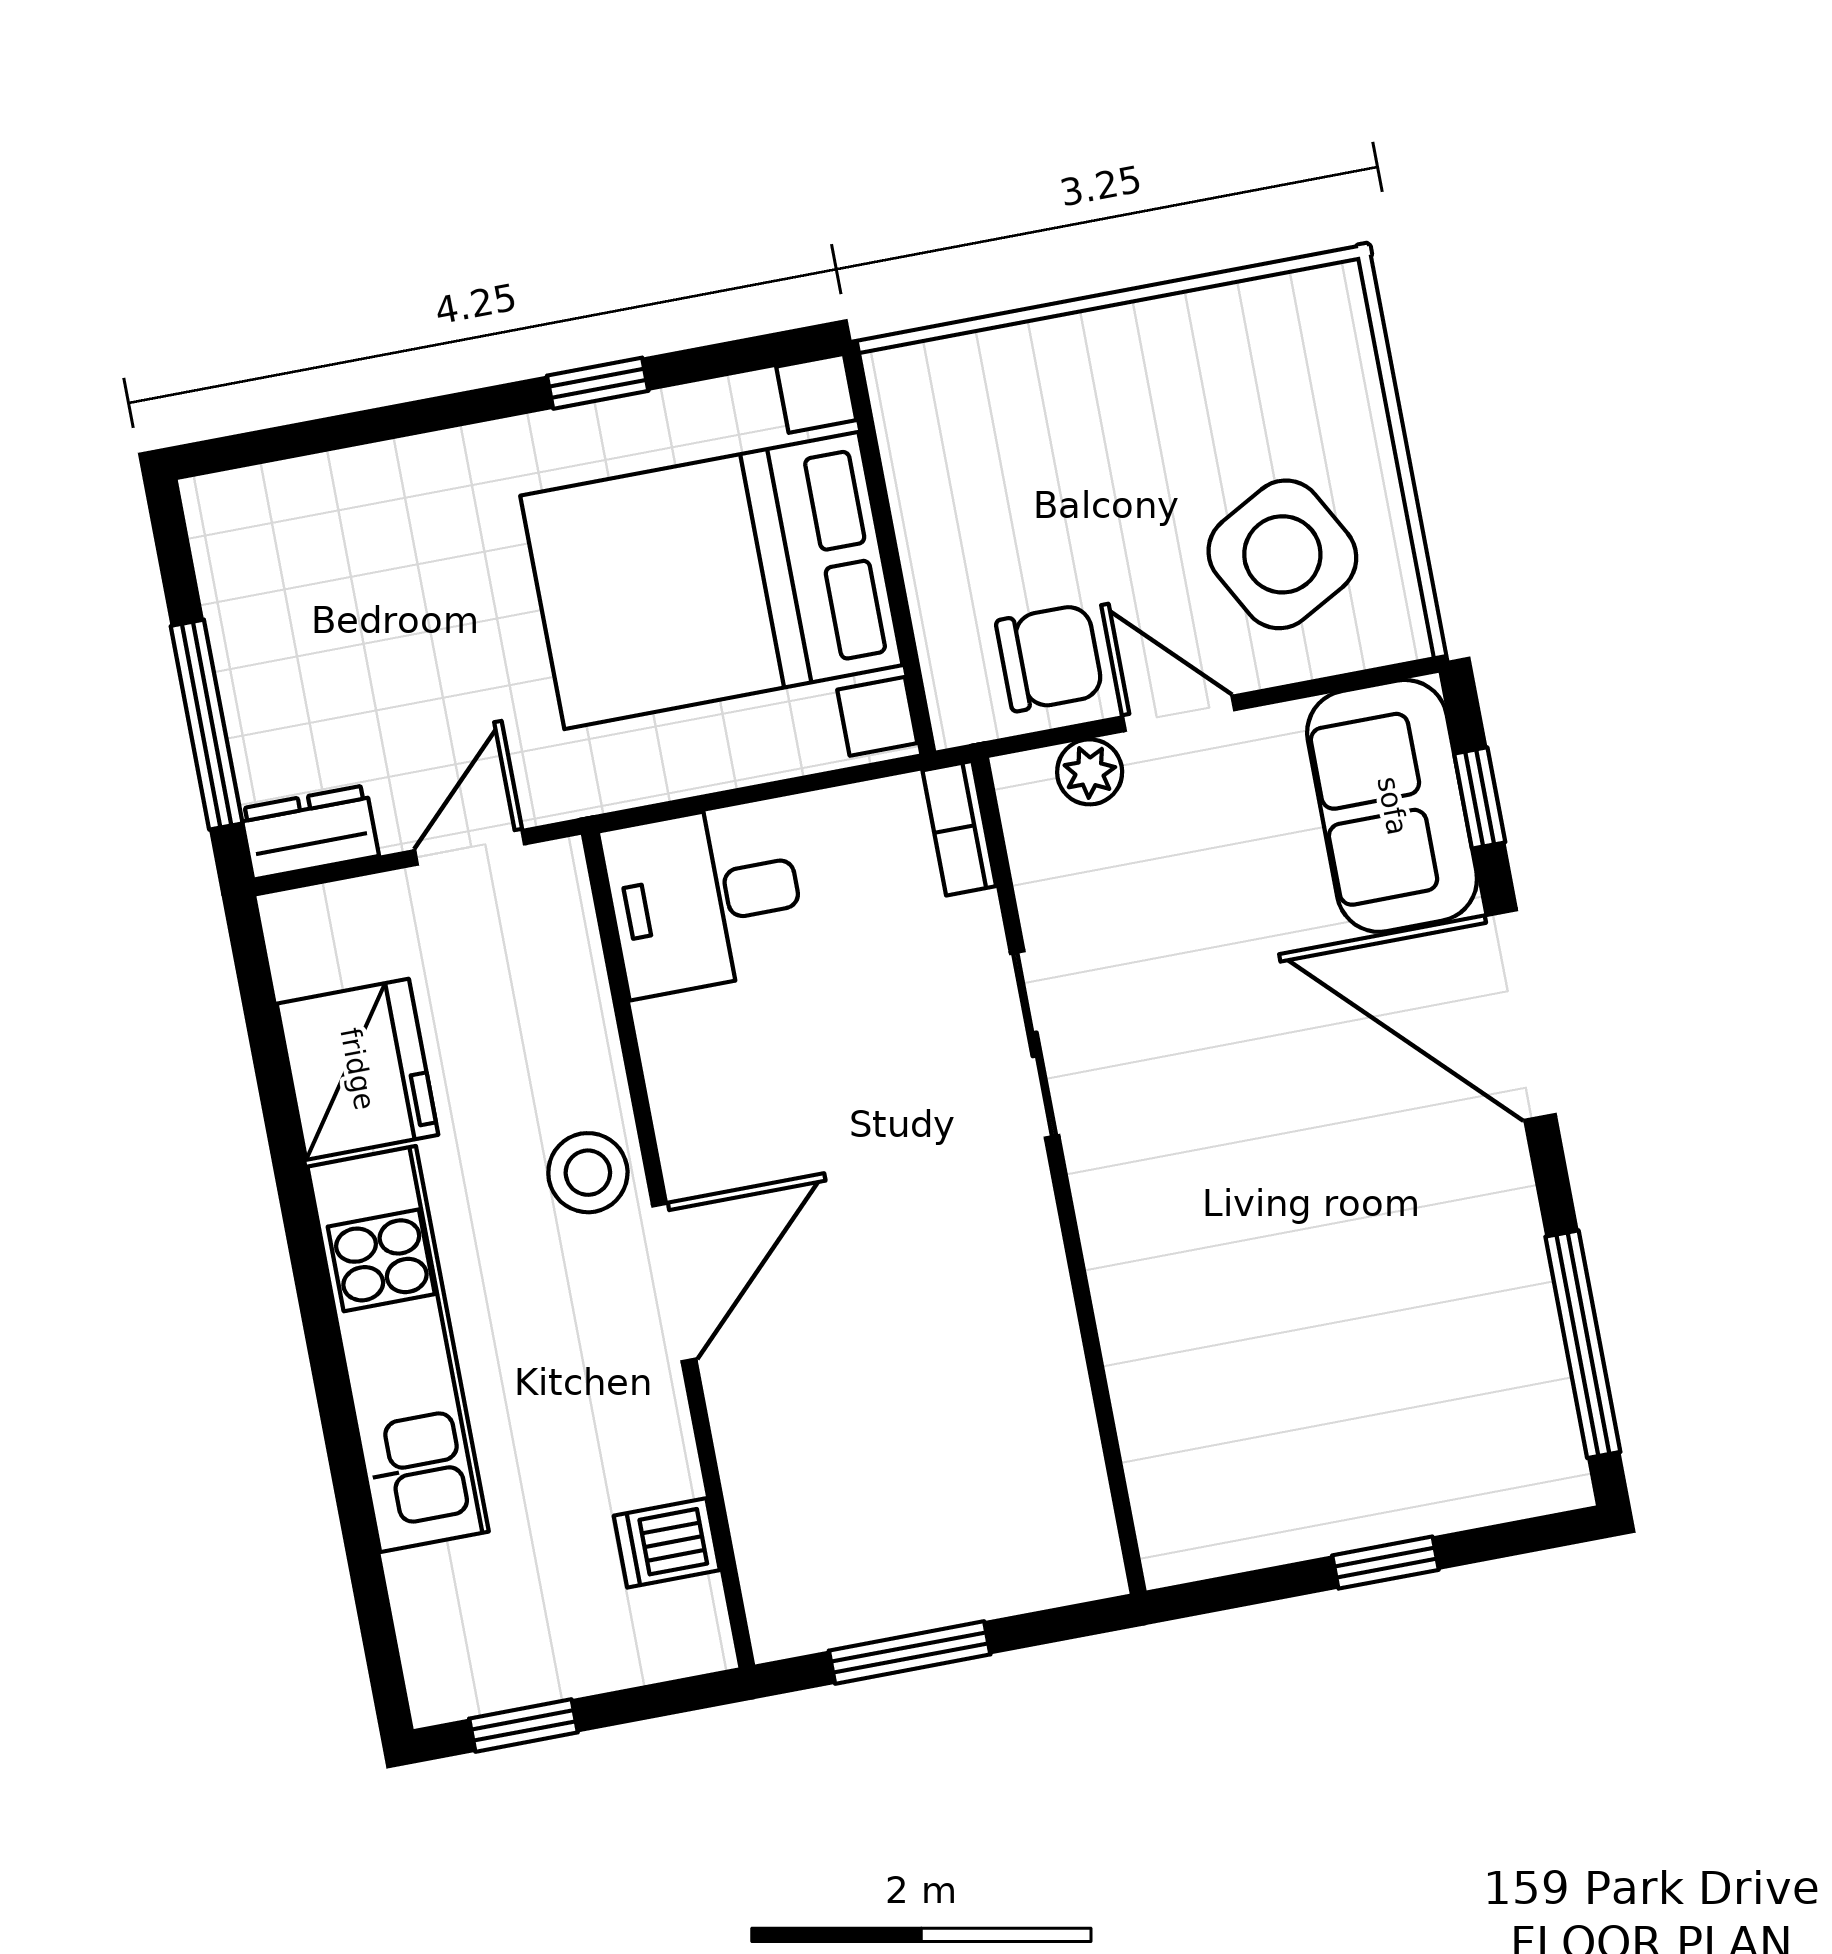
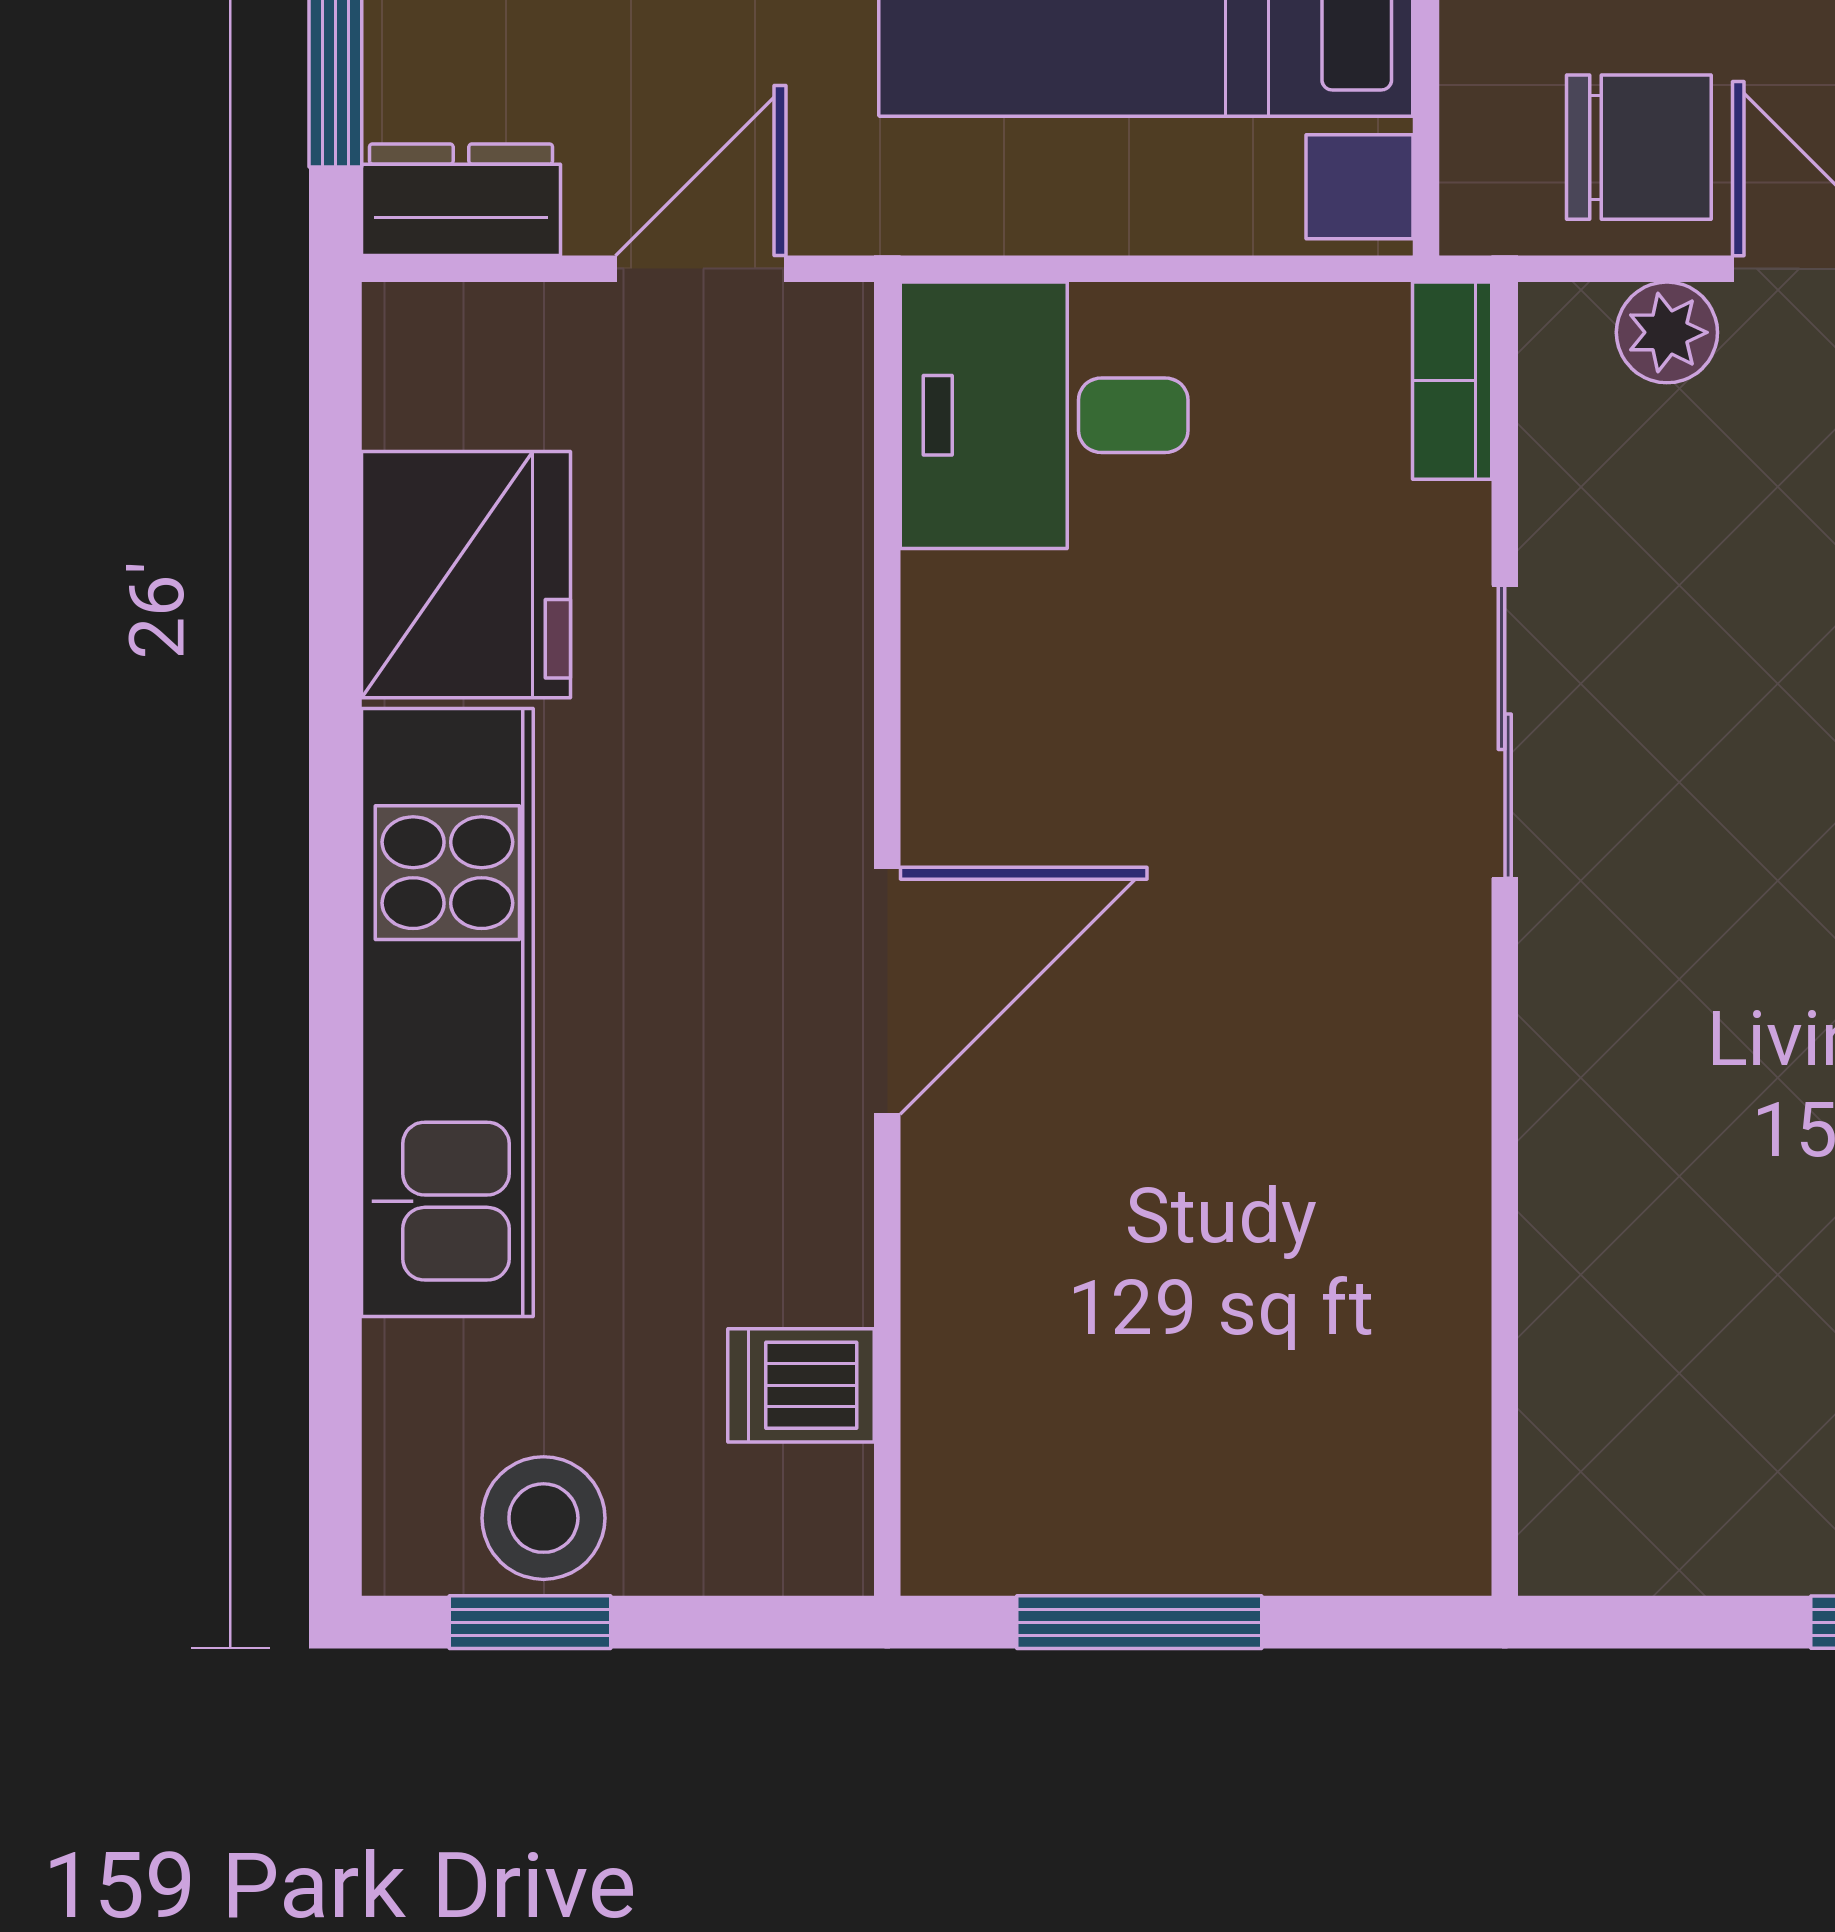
stool: (588, 1173) -> (543, 1518), moved

